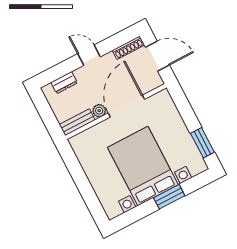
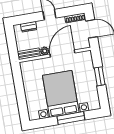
window: (202, 143) -> (100, 76), moved
window: (169, 197) -> (71, 118), width x1.44

